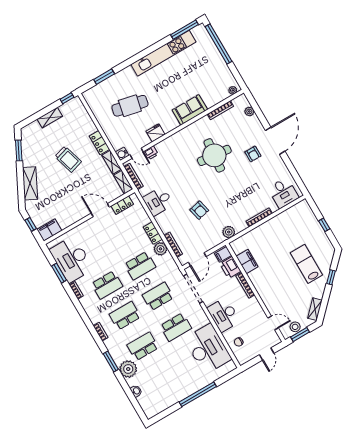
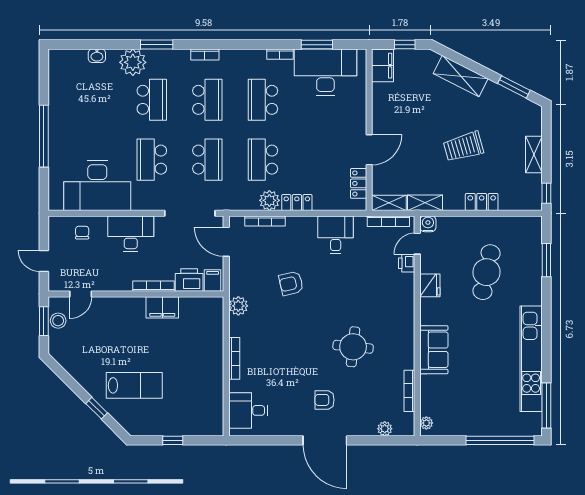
locker: (99, 143) -> (482, 202), moved
round table: (214, 155) -> (353, 347), width x0.73, depth x0.73
filing cabinet: (247, 262) -> (162, 307), moved
shelving: (315, 309) -> (66, 361), removed

